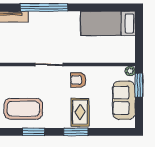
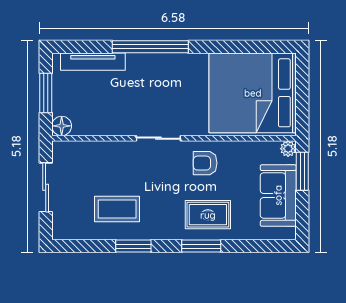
bed: (108, 23) -> (253, 93), width x2.04
coffee table: (23, 109) -> (117, 209), width x0.73, depth x0.76
rug: (80, 112) -> (208, 215), turned 90

